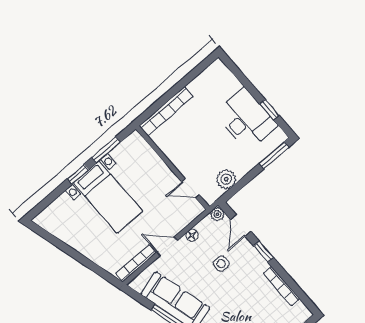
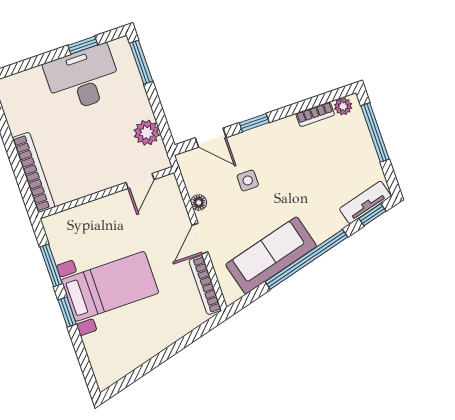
plant: (217, 214) -> (343, 106), moved
bookcase: (282, 286) -> (315, 114), width x0.64

